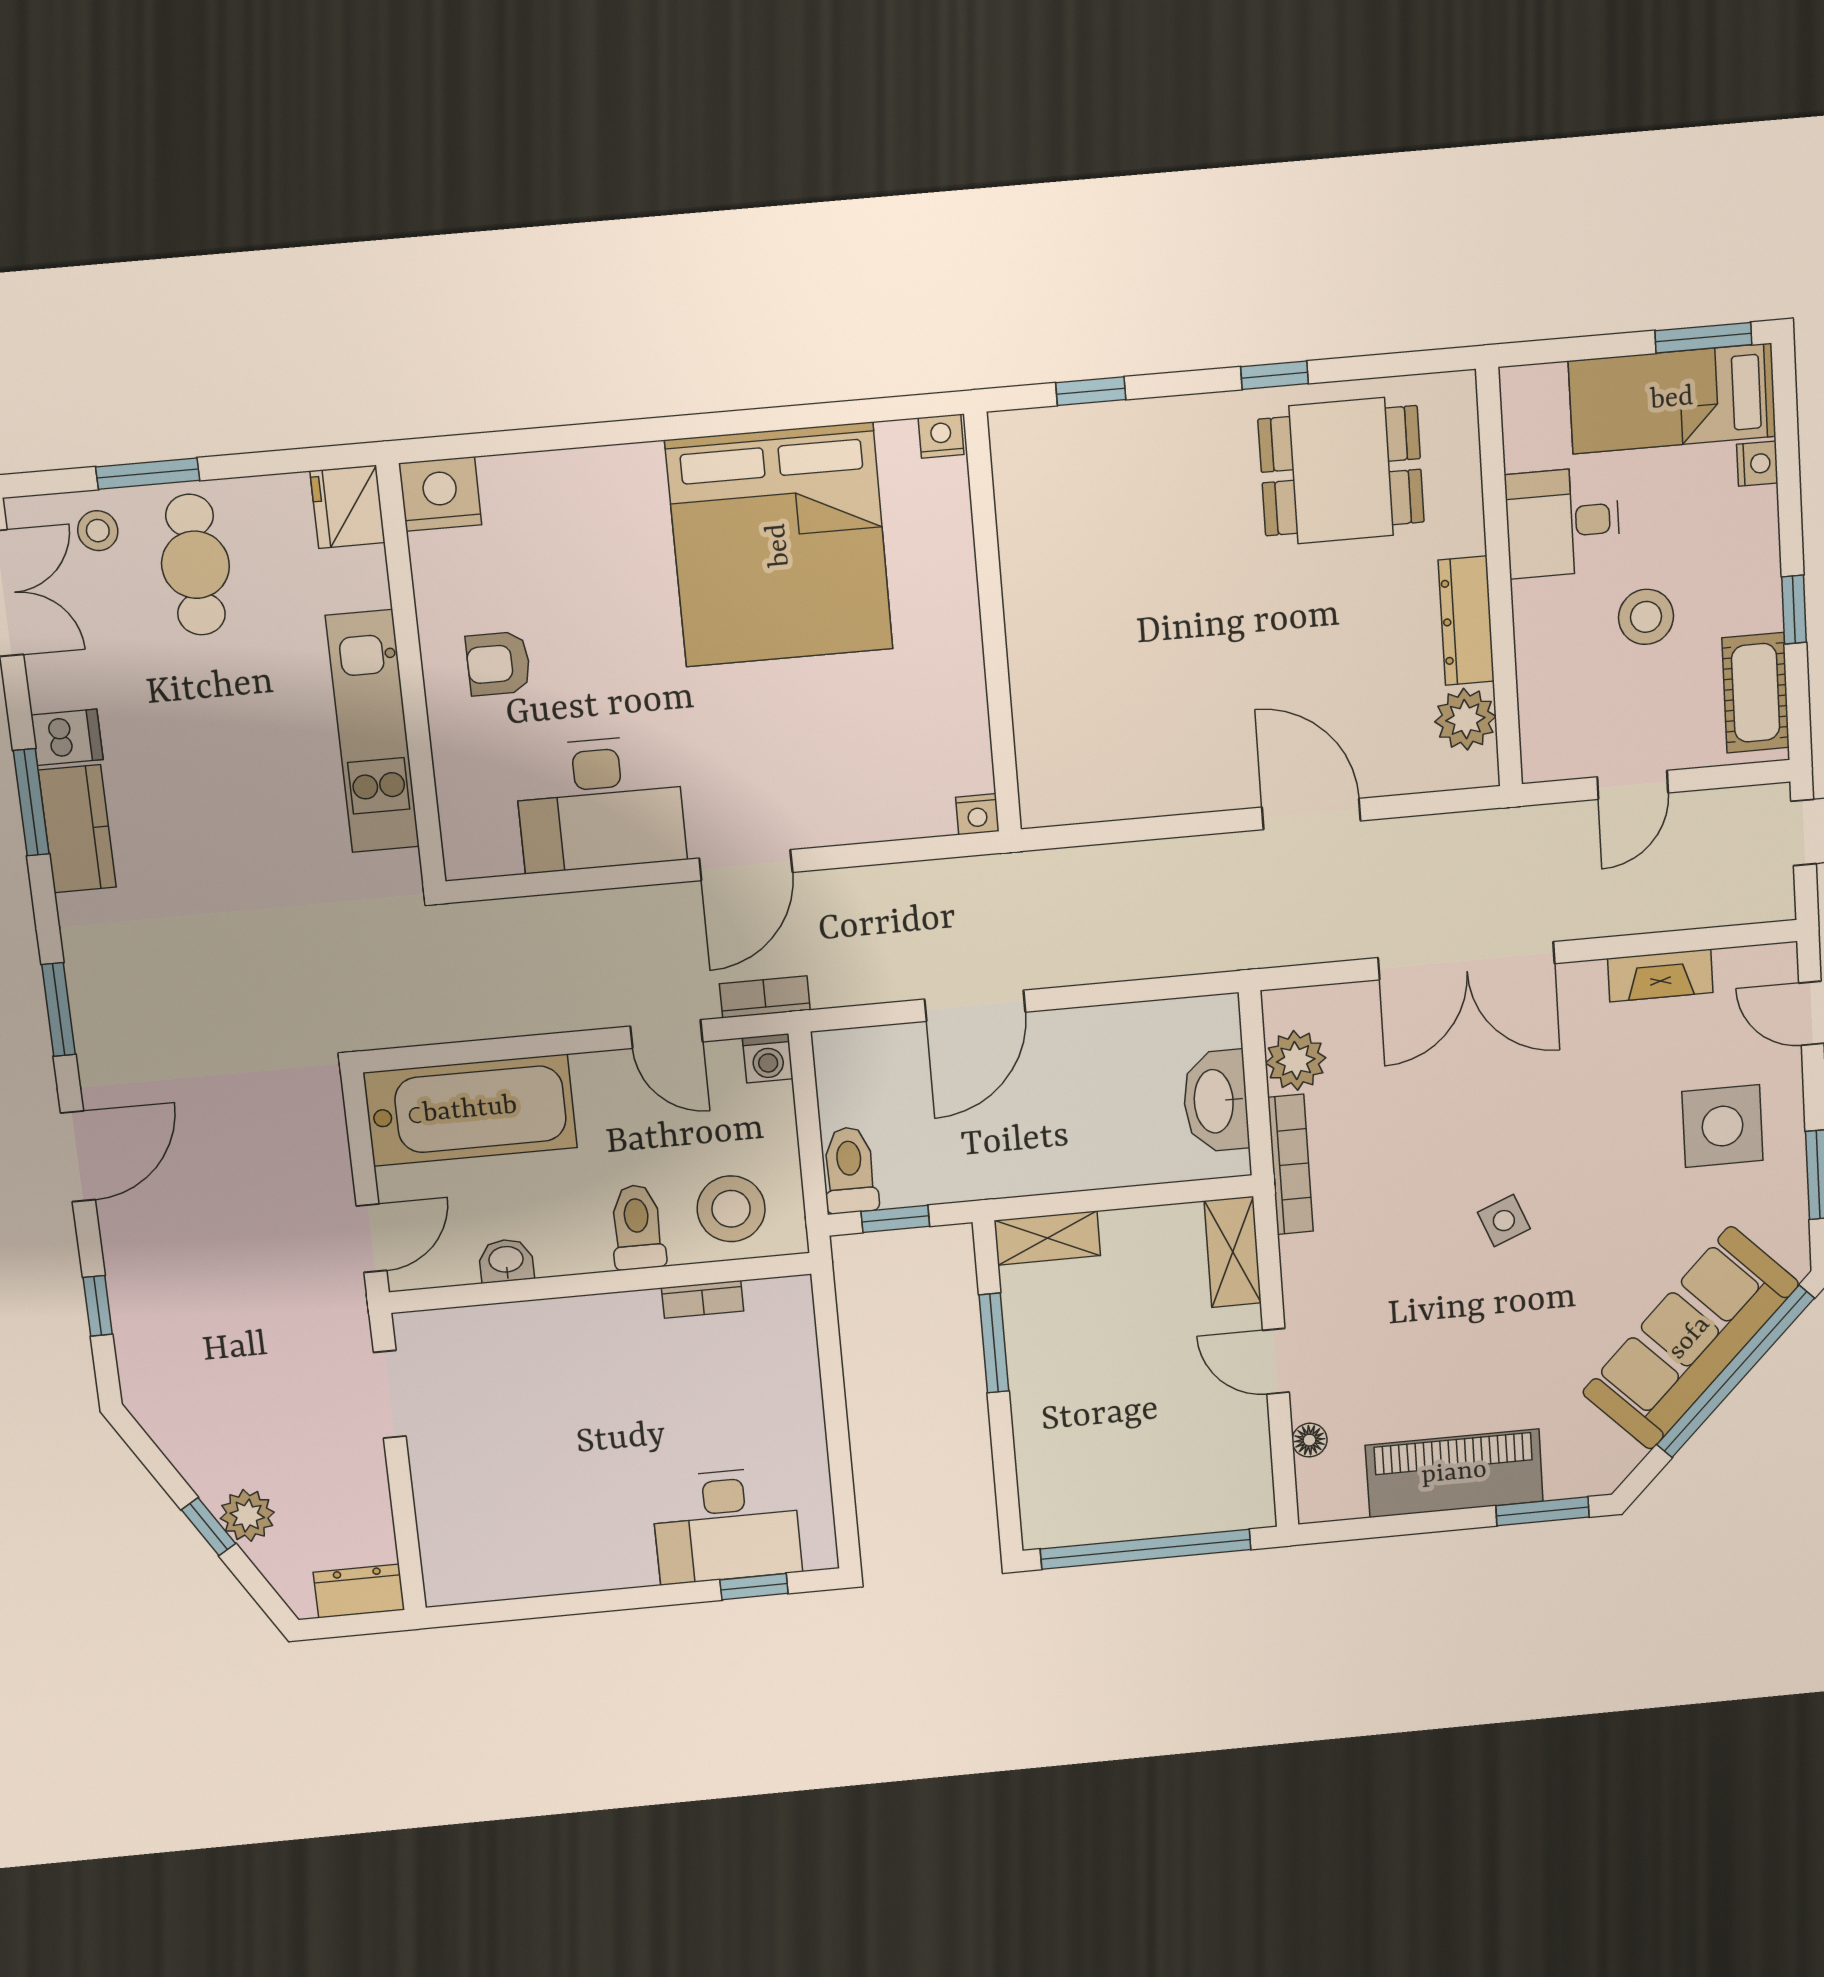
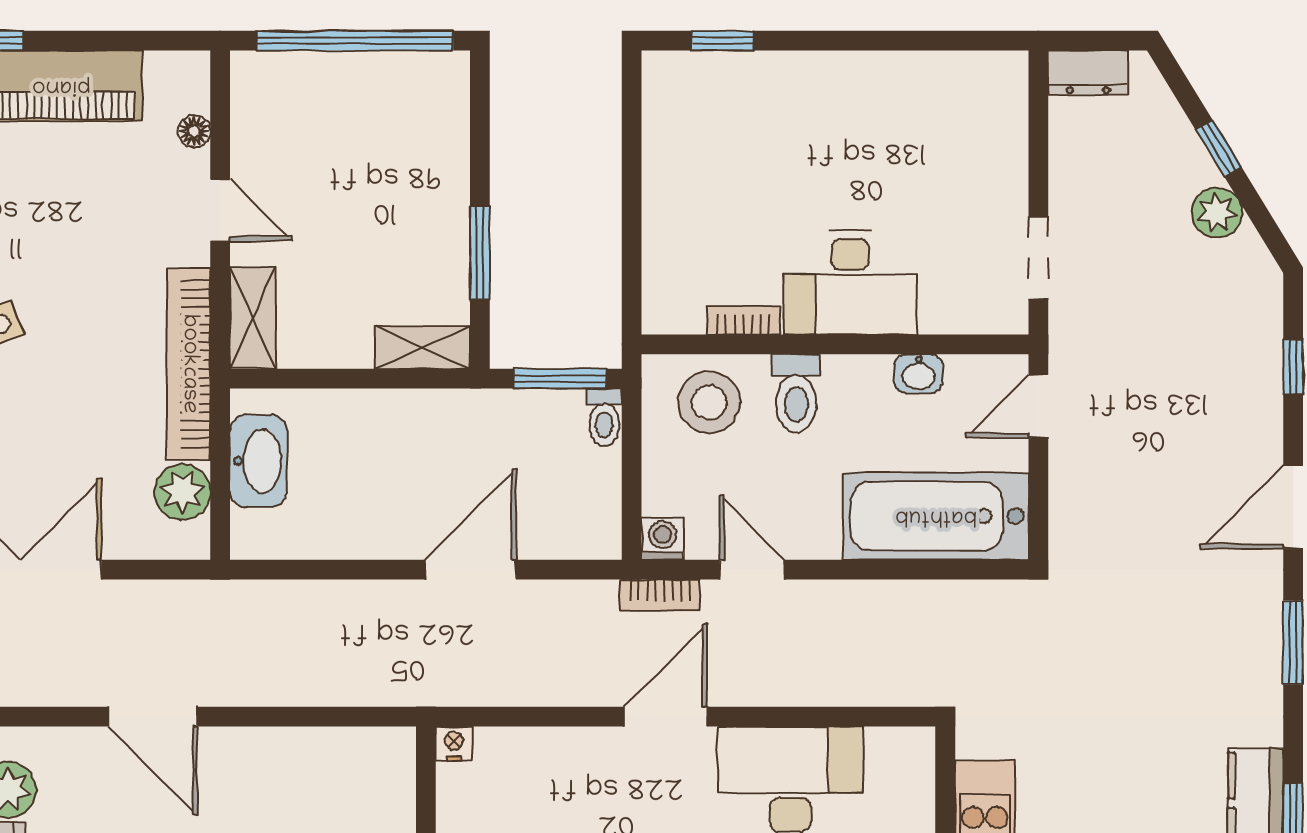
bookcase: (1291, 1164) -> (189, 364), width x1.48, depth x1.31
toilet: (850, 1170) -> (604, 417), width x0.73, depth x0.72
window: (895, 1219) -> (560, 379), width x1.50
plant: (247, 1515) -> (1217, 213), moved
desk: (726, 1525) -> (850, 282), moved, turned 180

